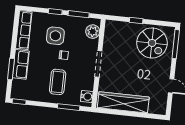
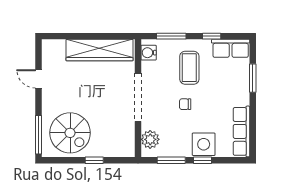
side table: (55, 36) -> (204, 144), moved
spiral stairs: (152, 43) -> (70, 133), turned 180
row of seats: (21, 64) -> (231, 48), moved, turned -90
doorway: (98, 64) -> (138, 97), width x1.36
window: (19, 102) -> (212, 36), moved

